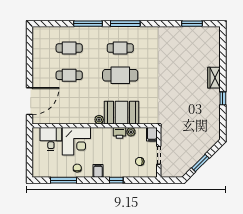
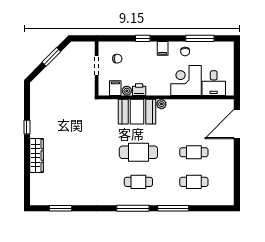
wardrobe: (214, 78) -> (37, 155), width x1.50
filing cabinet: (152, 134) -> (115, 88), moved

